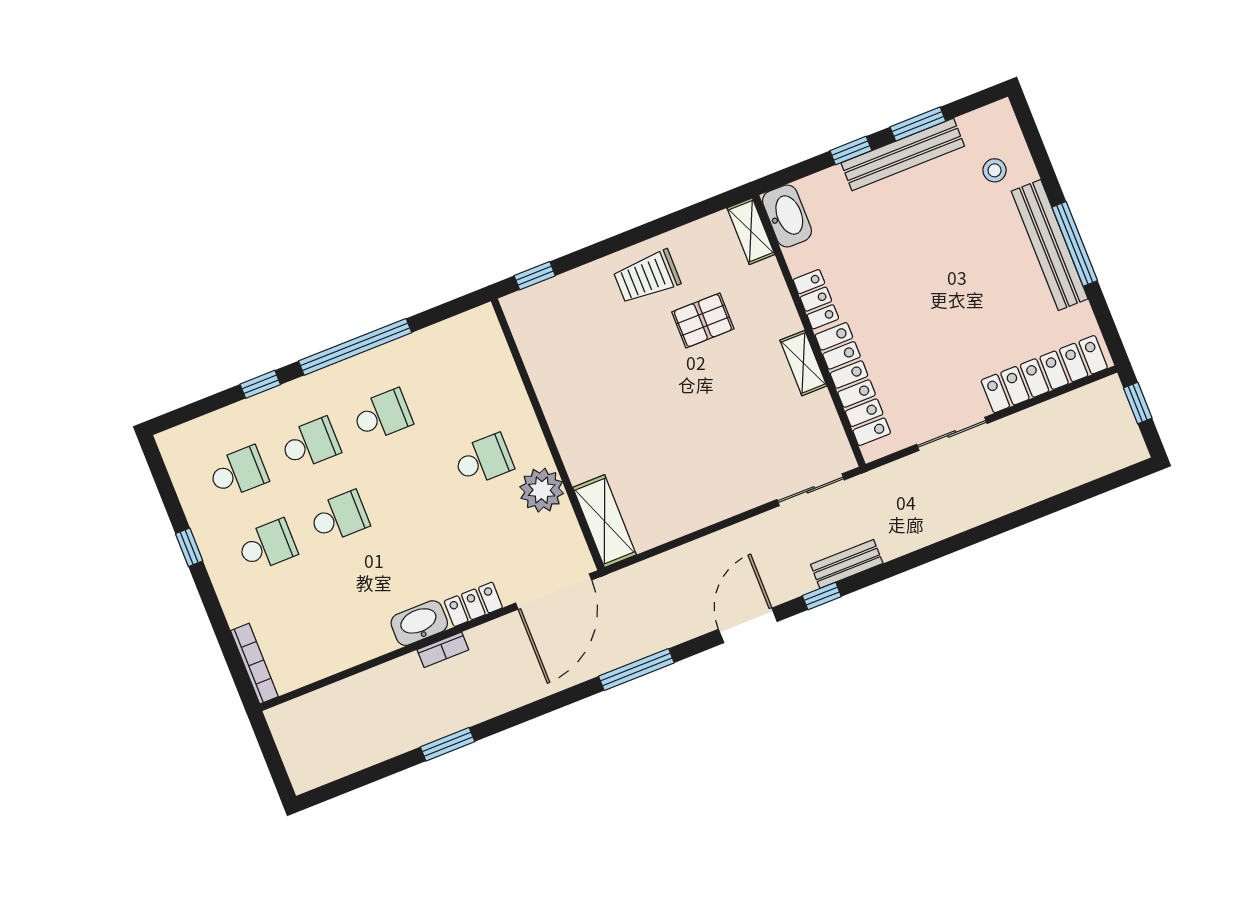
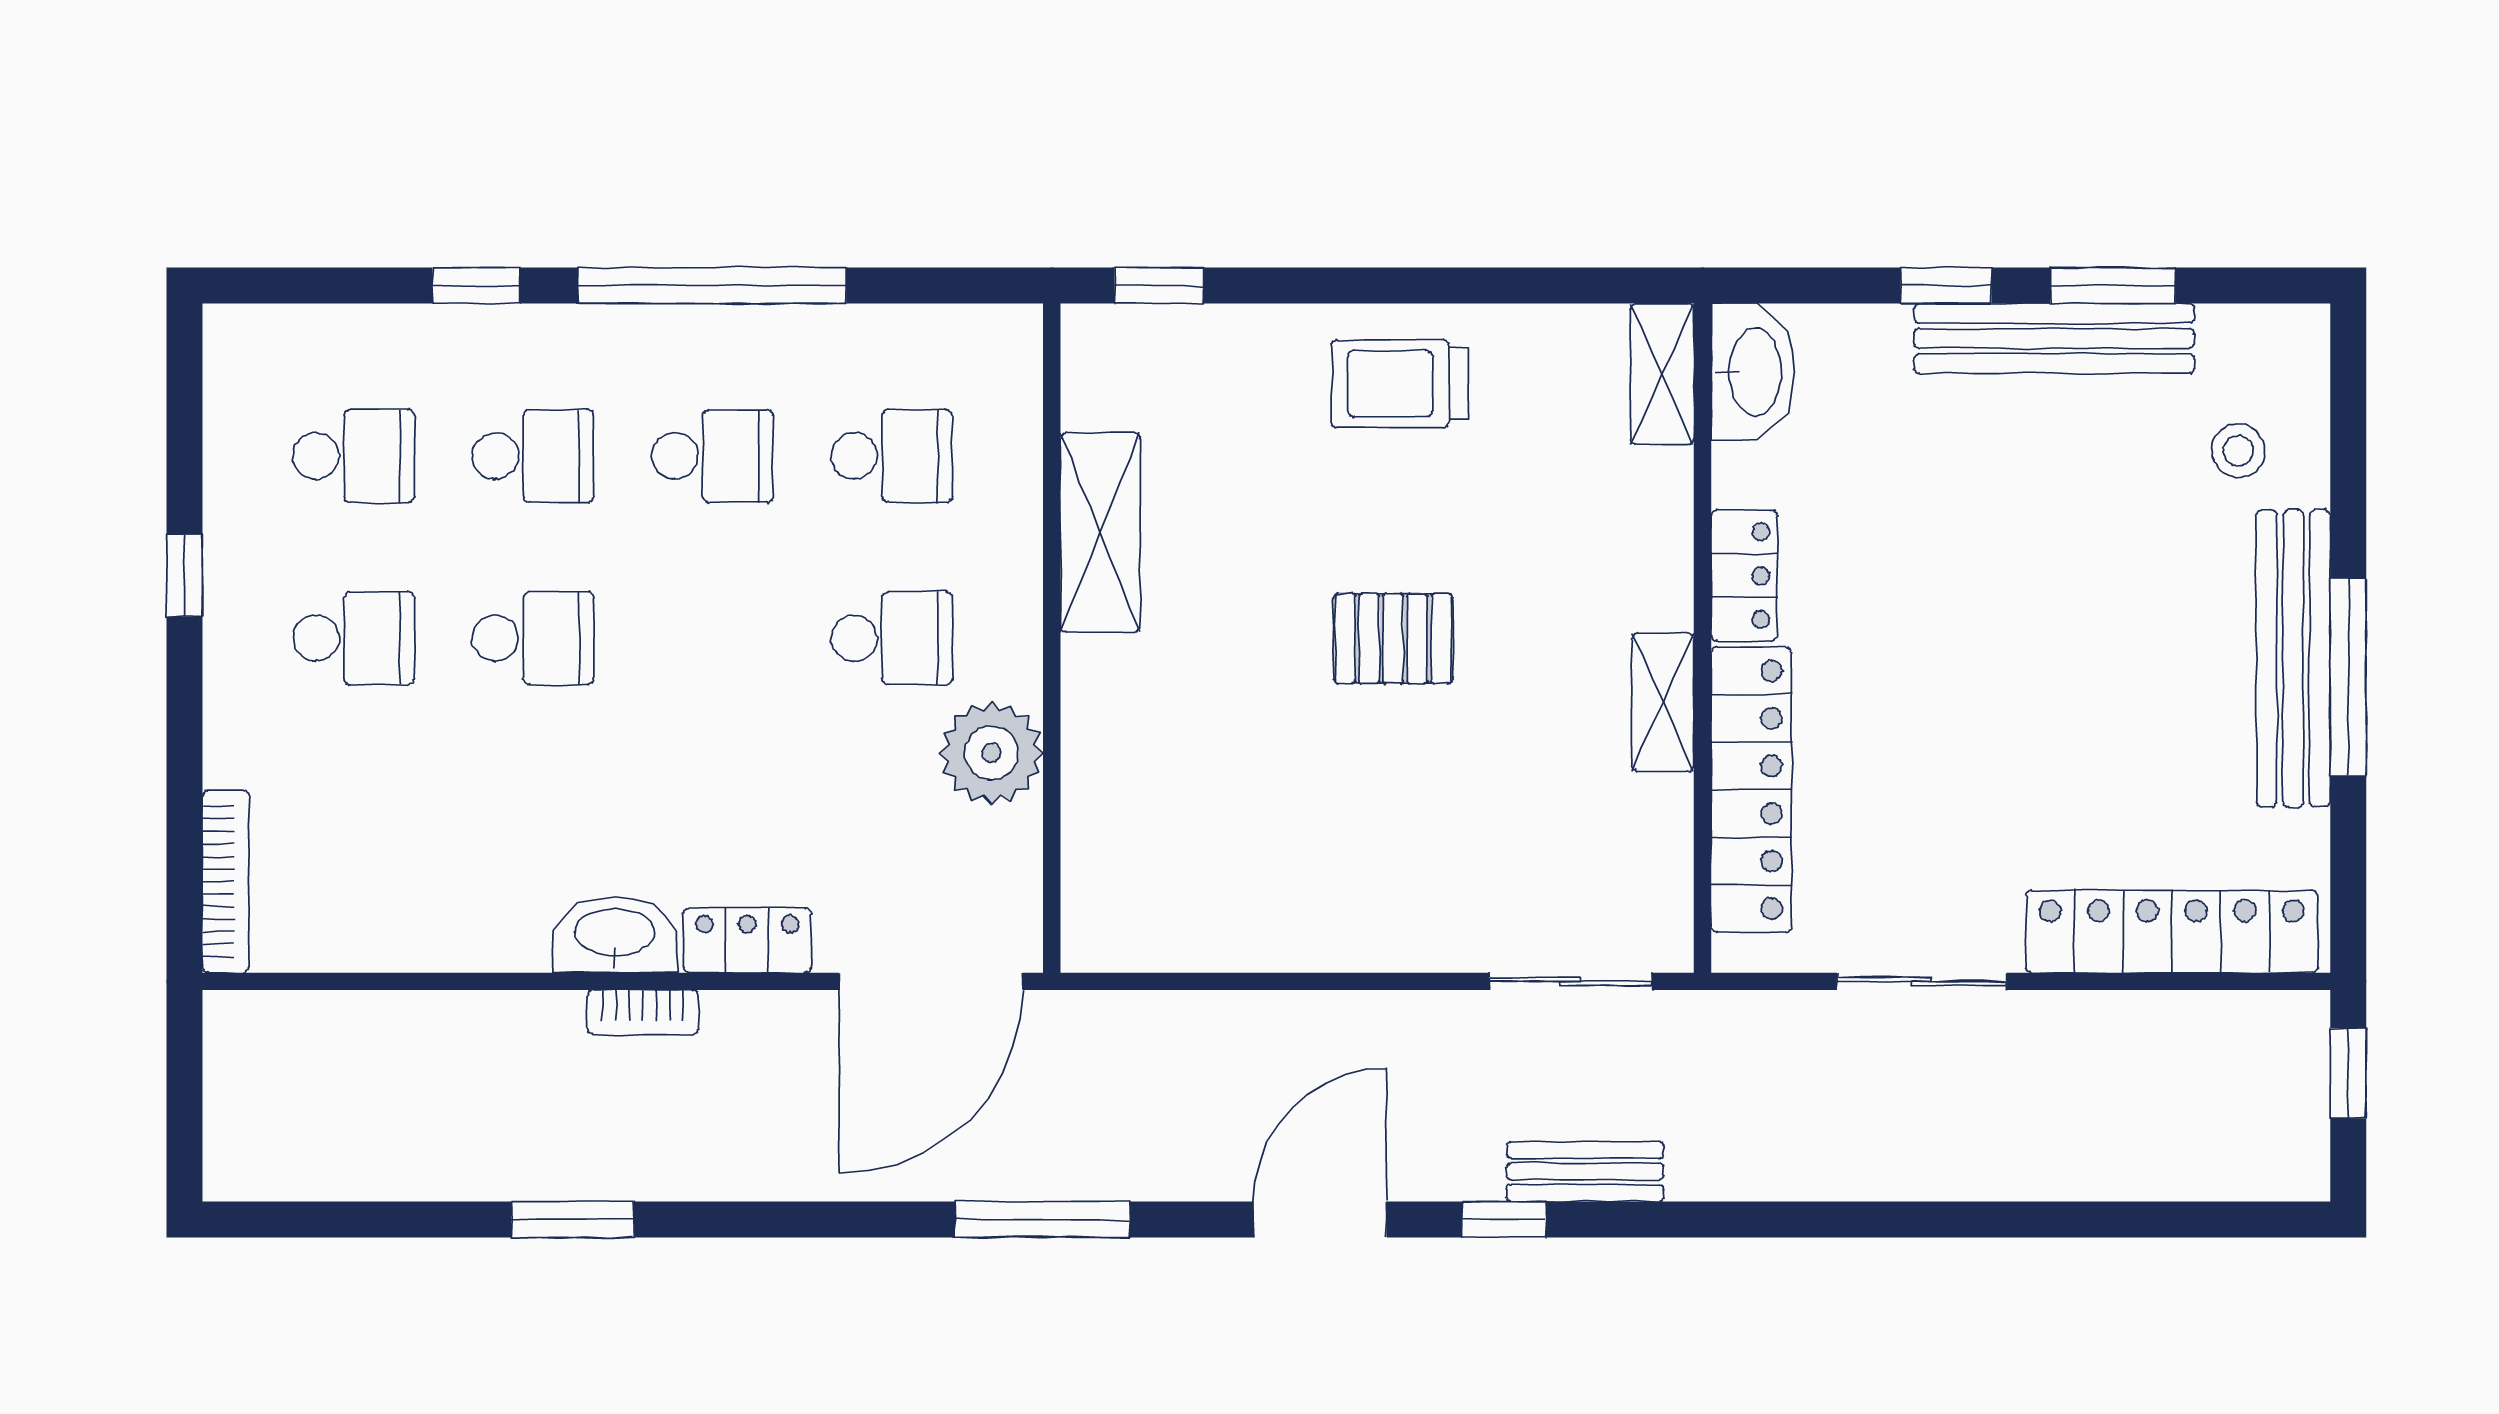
pallet: (703, 320) -> (1393, 639), moved
school desk: (454, 387) -> (892, 456), added
shelving: (604, 521) -> (1100, 532), moved

